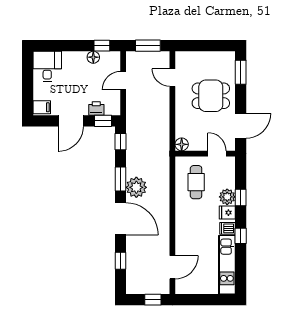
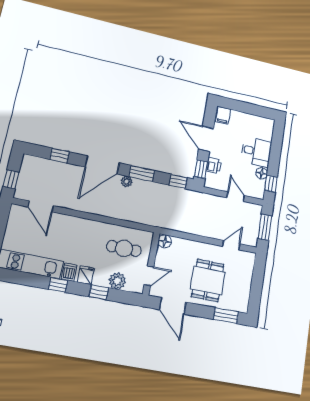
desk: (47, 66) -> (256, 152), moved
plant: (136, 187) -> (127, 181), width x0.53, depth x0.53
plant: (227, 197) -> (117, 281), moved

